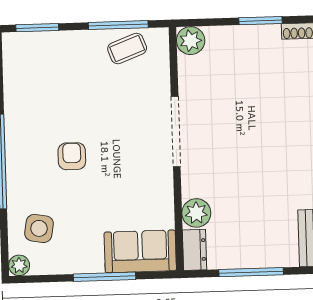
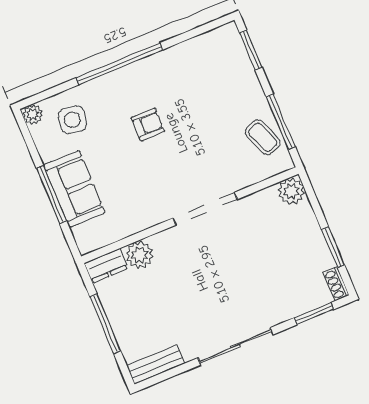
sofa: (140, 251) -> (74, 189), moved

